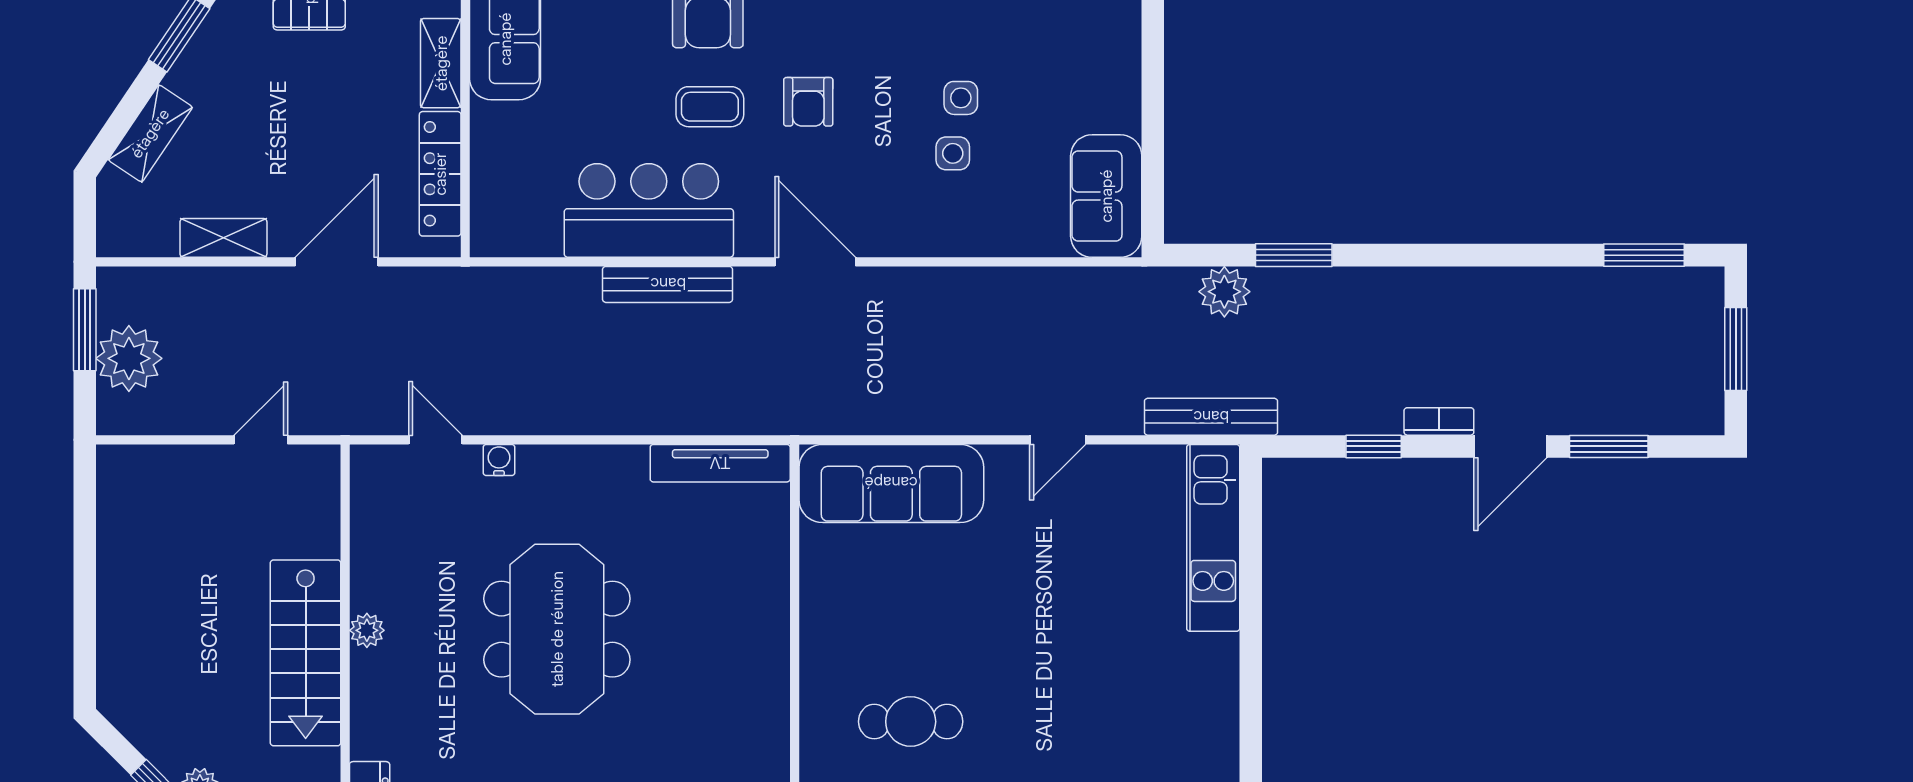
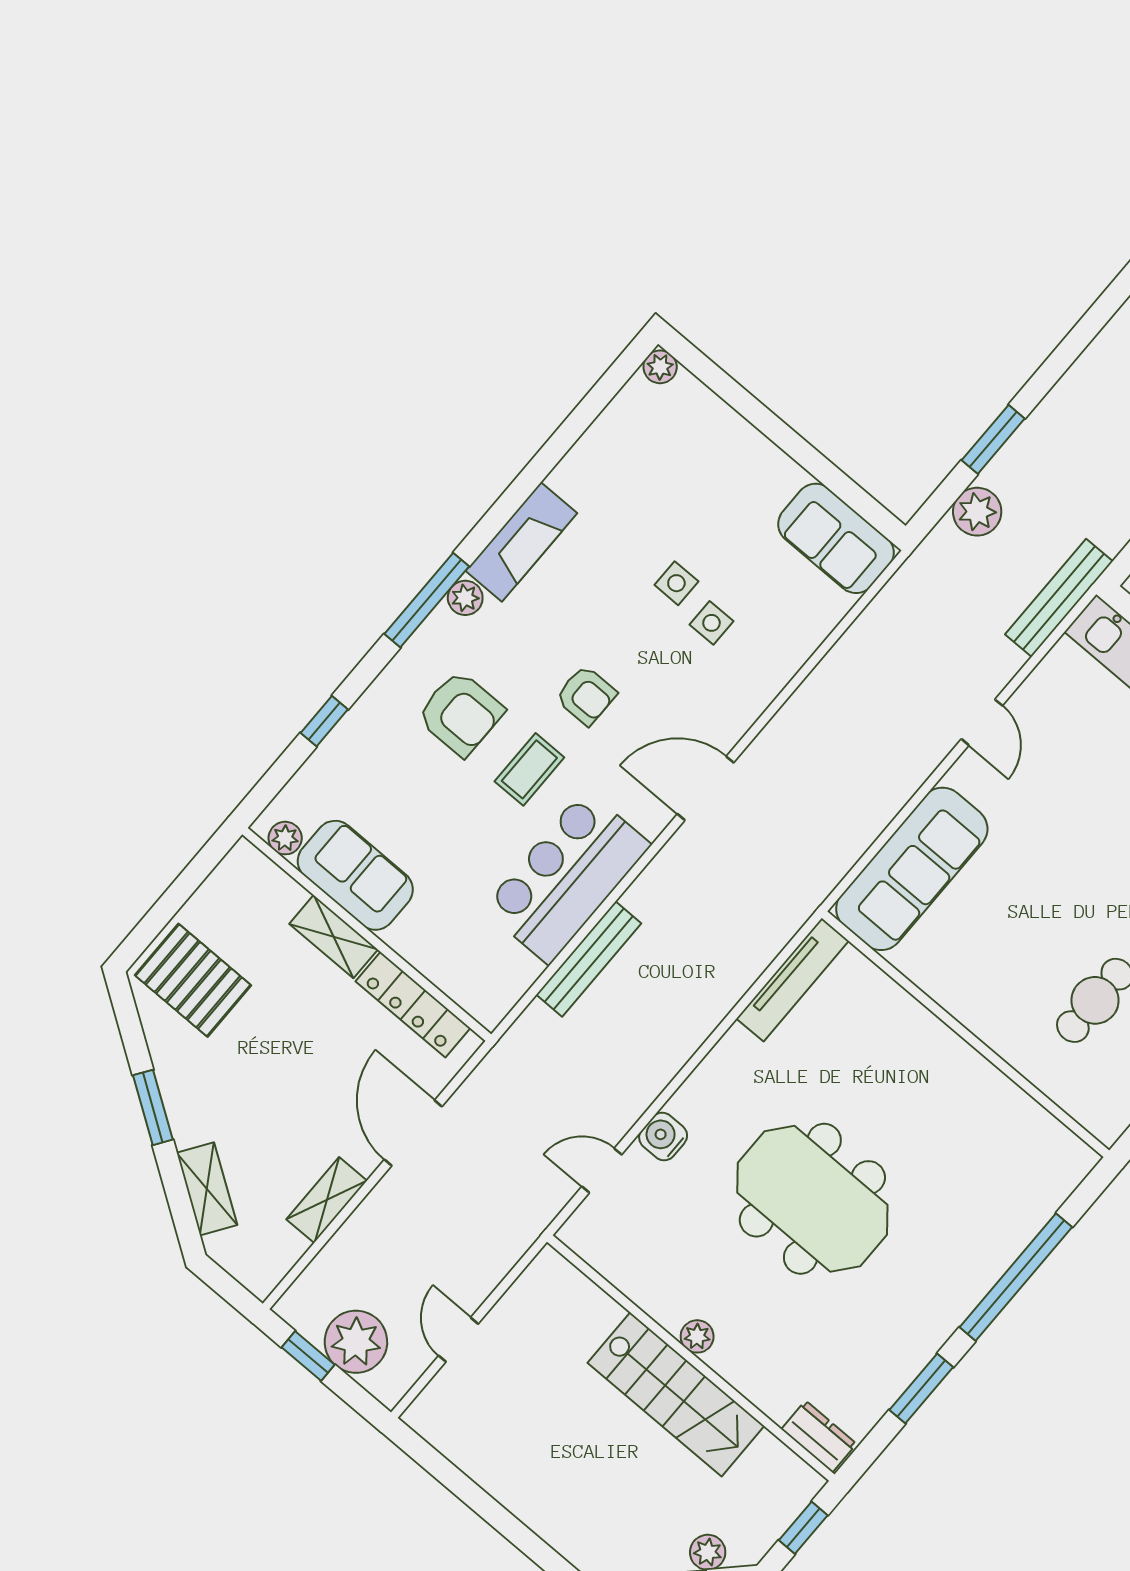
bench: (668, 284) -> (589, 959), moved
window: (85, 330) -> (308, 1356), width x0.67
door: (261, 440) -> (458, 1340), moved
water cooler: (499, 460) -> (663, 1137), width x1.38, depth x1.38

